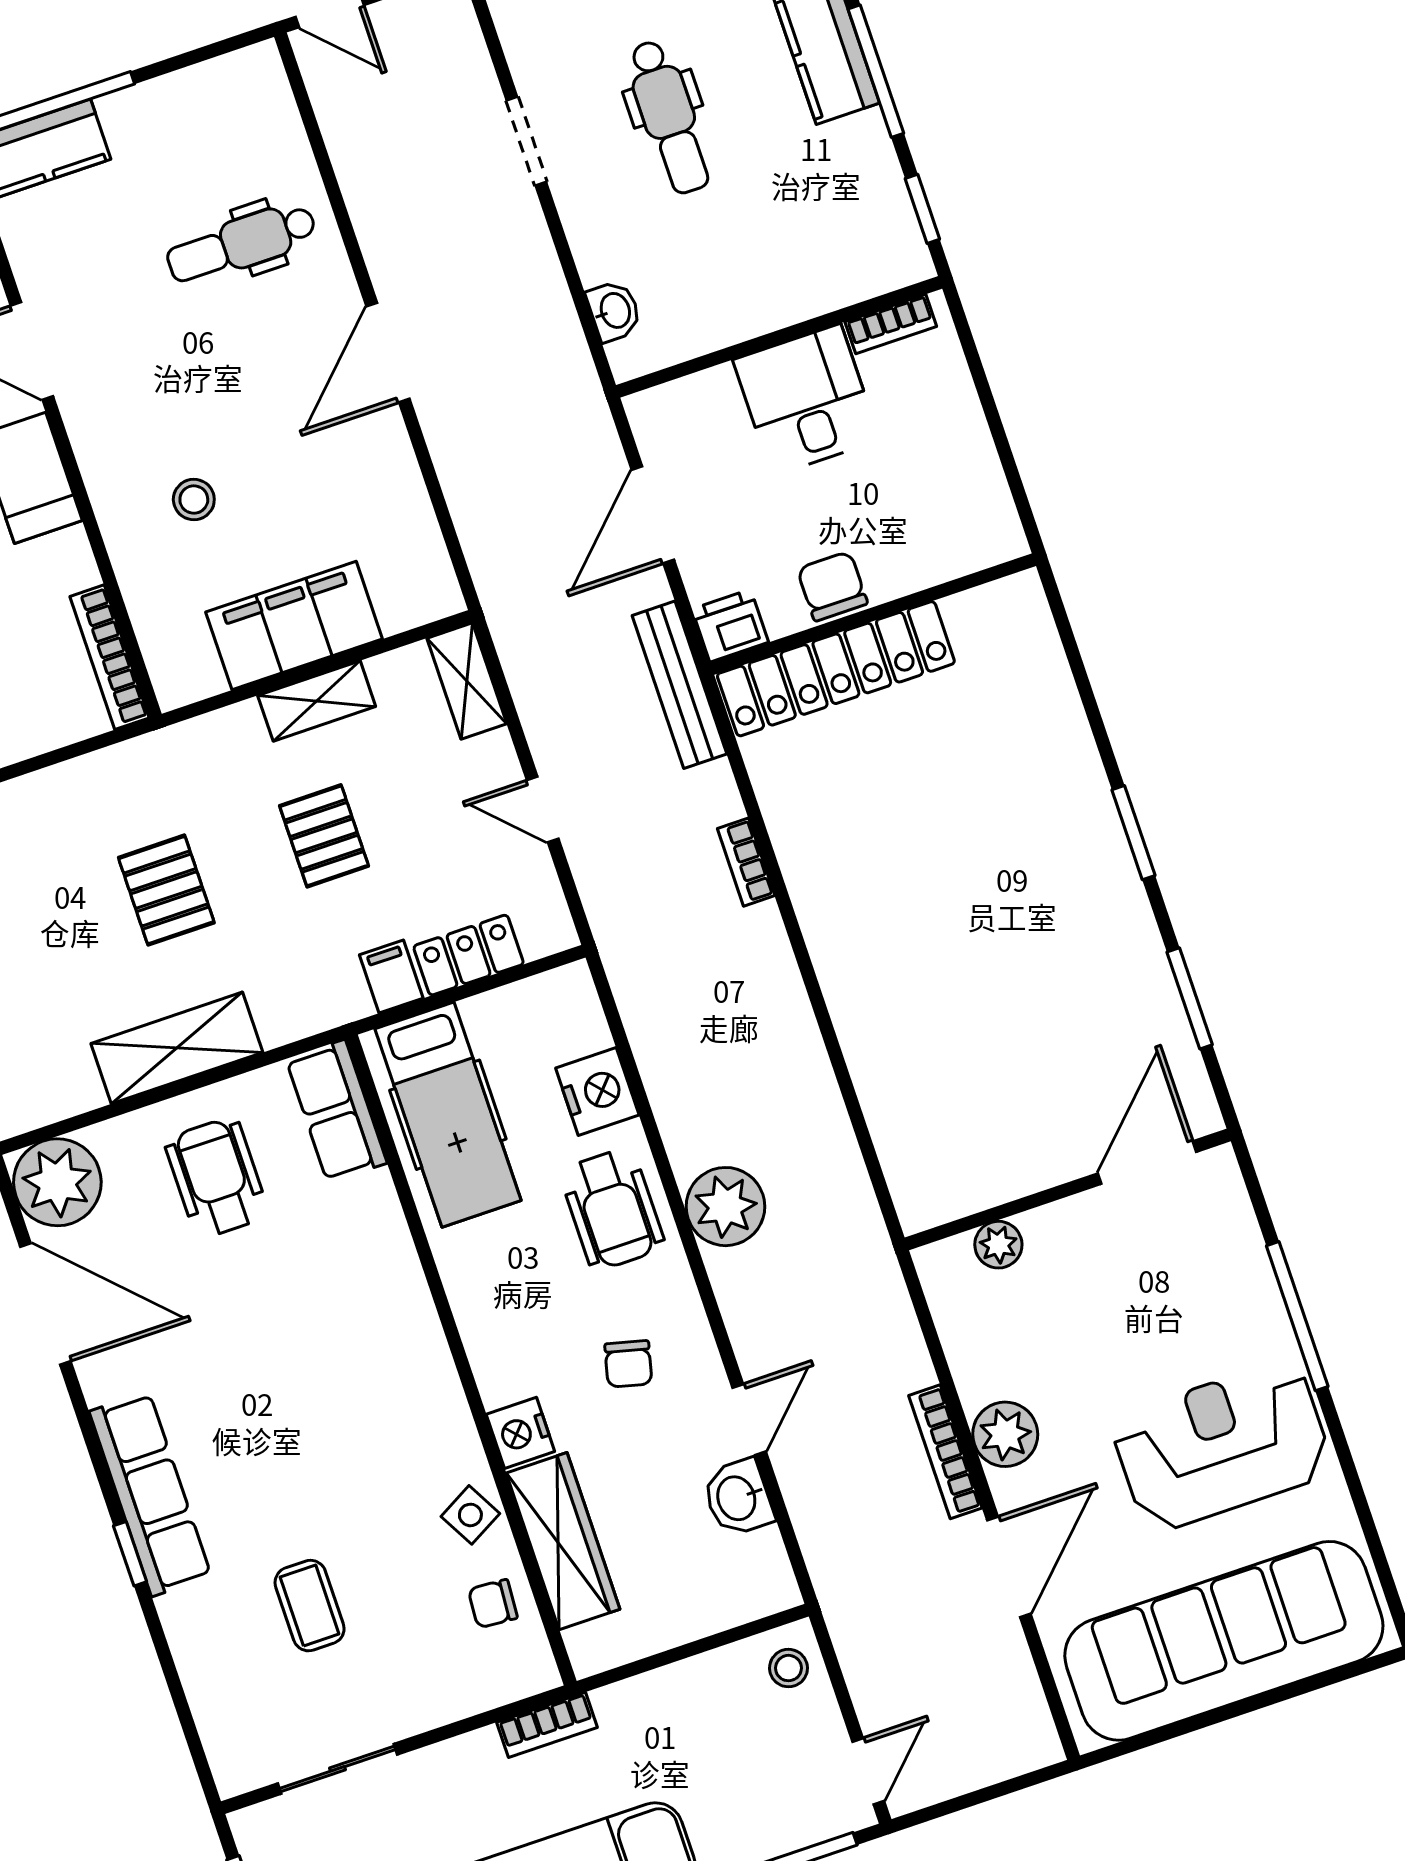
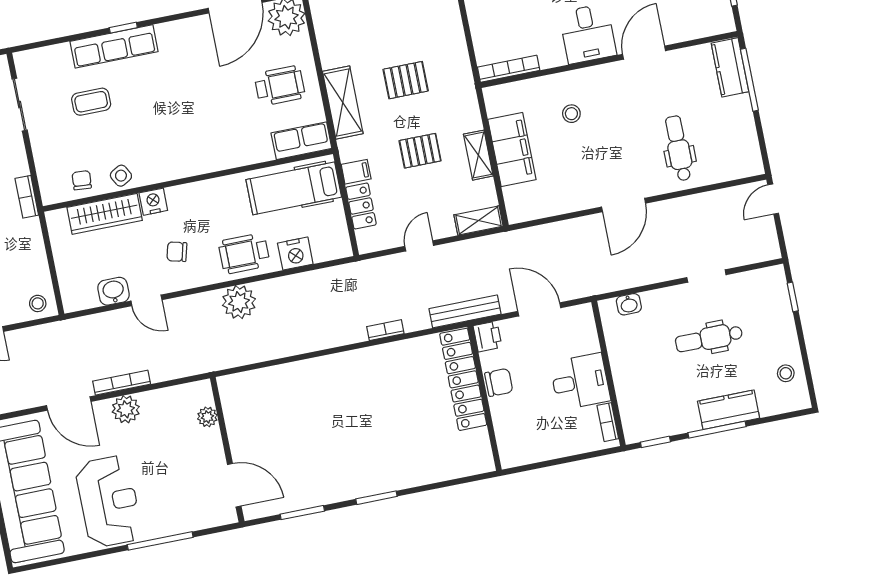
door: (388, 353) -> (624, 205), swing flipped
shelving: (177, 1048) -> (343, 102), moved
row of seats: (150, 1494) -> (114, 46), moved

